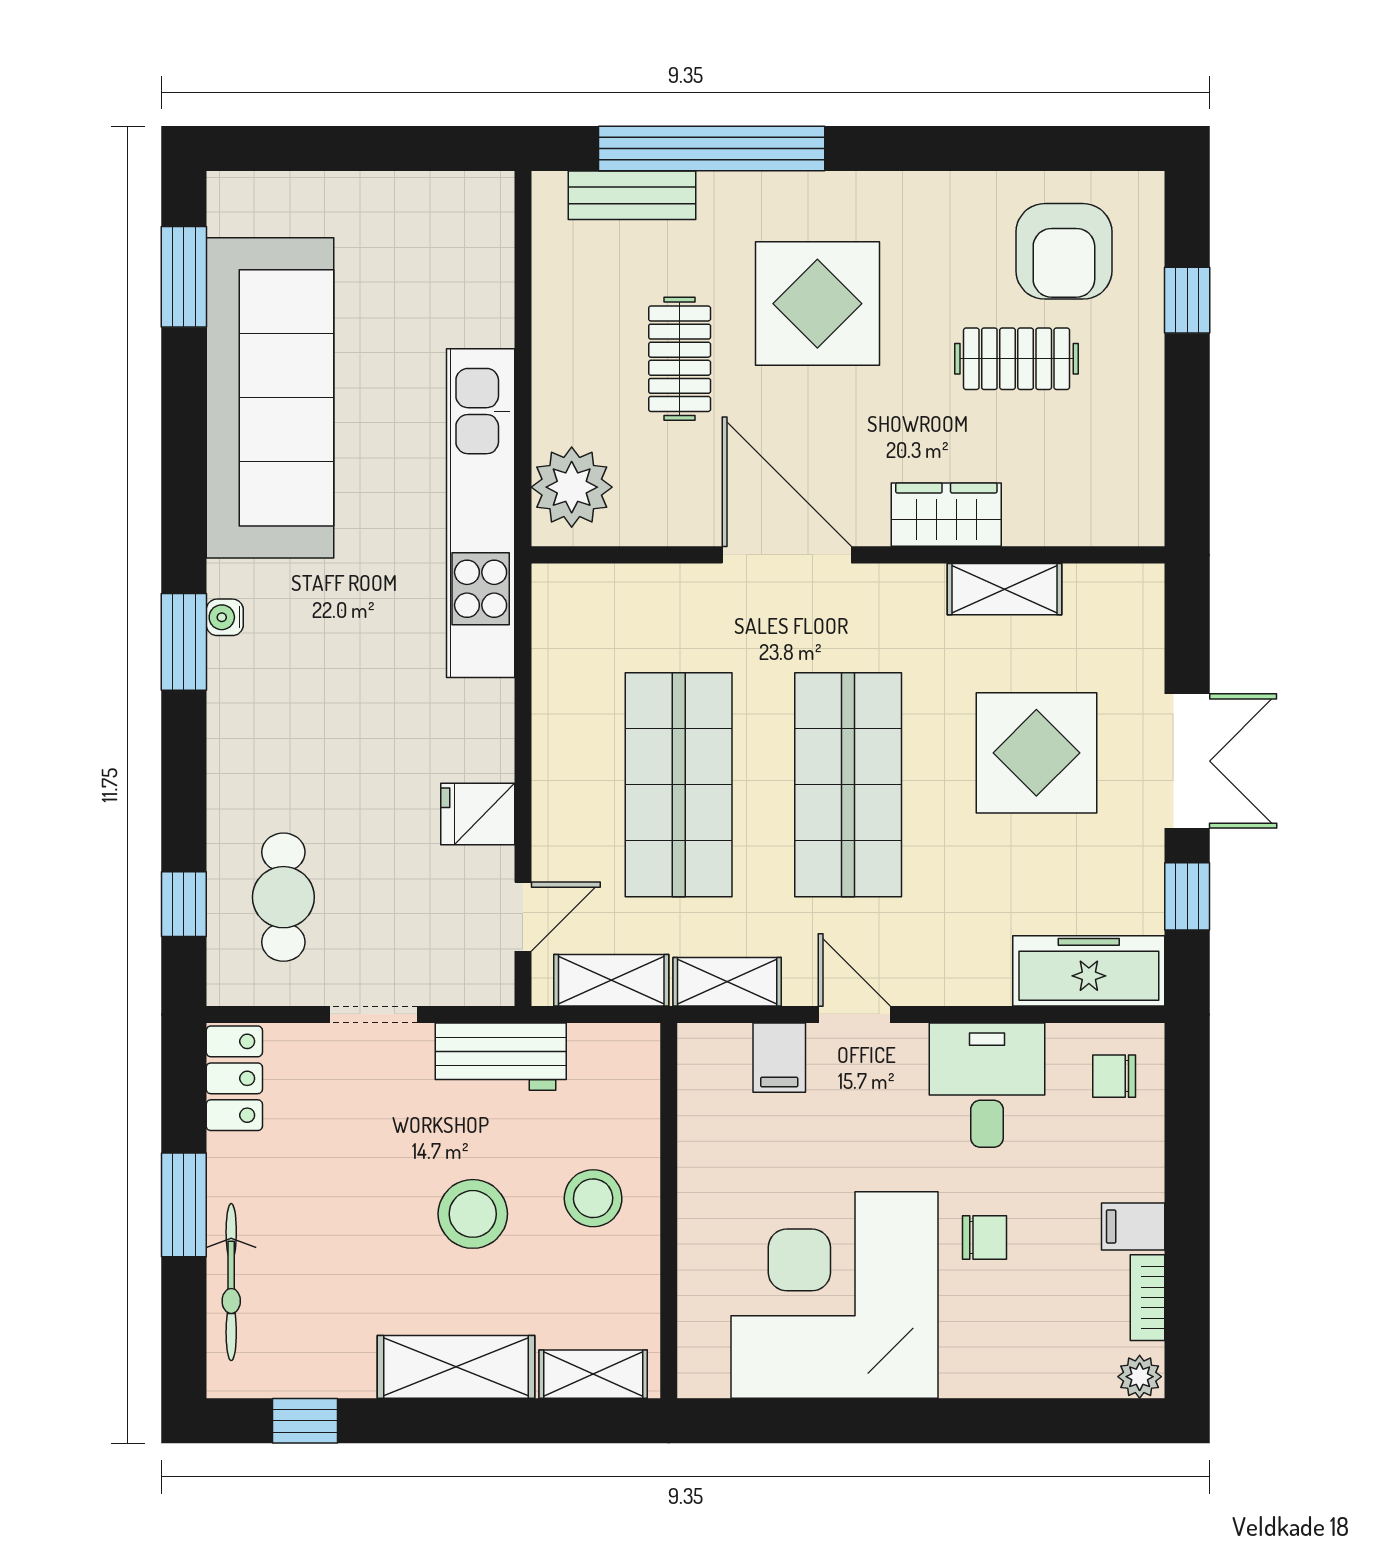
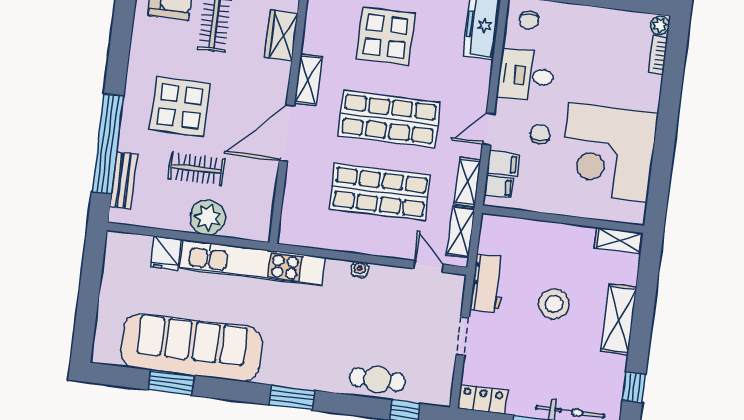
window: (184, 277) -> (171, 383), moved
plant: (572, 487) -> (208, 217), moved
wardrobe: (946, 515) -> (281, 36), moved
shelving: (1004, 589) -> (308, 80), moved
water cooler: (225, 617) -> (360, 269), moved, turned 180
fridge: (478, 814) -> (166, 253), moved
cafe table: (283, 897) -> (377, 379), moved
stool: (593, 1198) -> (554, 251), removed
filing cabinet: (1133, 1226) -> (499, 187), moved, turned -90
chair: (984, 1237) -> (540, 134), moved
bookcase: (1148, 1298) -> (658, 55), moved, turned 90
shelving: (593, 1374) -> (619, 241), moved, turned 90

